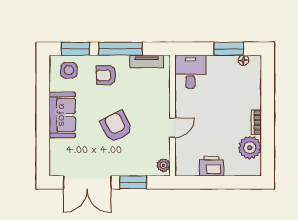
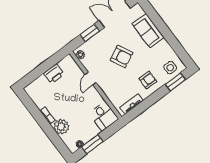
window: (120, 49) -> (151, 100), removed
sofa: (62, 115) -> (148, 31), moved
plant: (250, 148) -> (61, 127), moved

